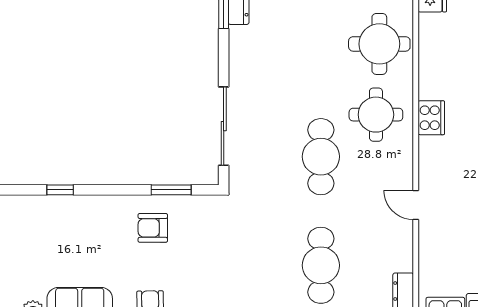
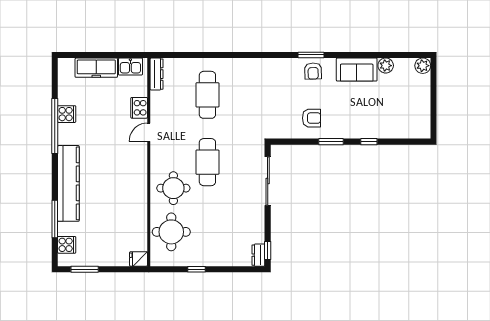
cooker: (431, 118) -> (139, 108), moved
window: (171, 190) -> (331, 142), moved
door: (416, 205) -> (149, 132), swing flipped

